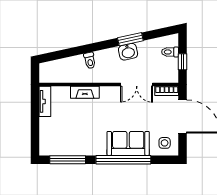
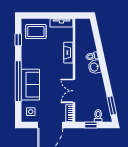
window: (130, 39) -> (112, 105), moved
washbasin: (128, 52) -> (95, 67), moved
rug: (57, 136) -> (36, 32), added
window: (68, 160) -> (18, 40), width x0.46

